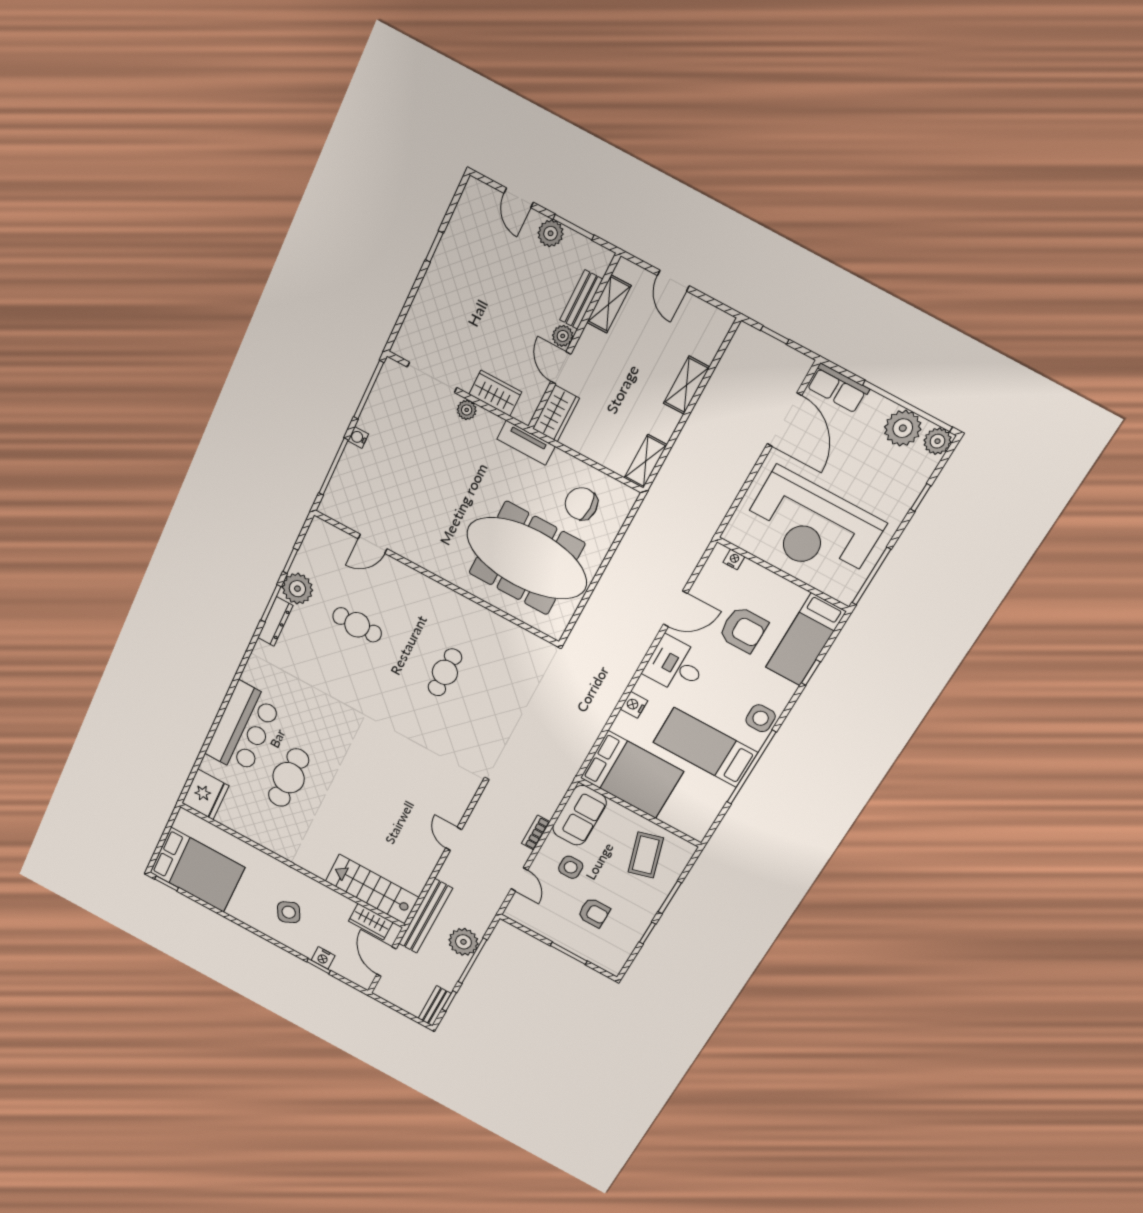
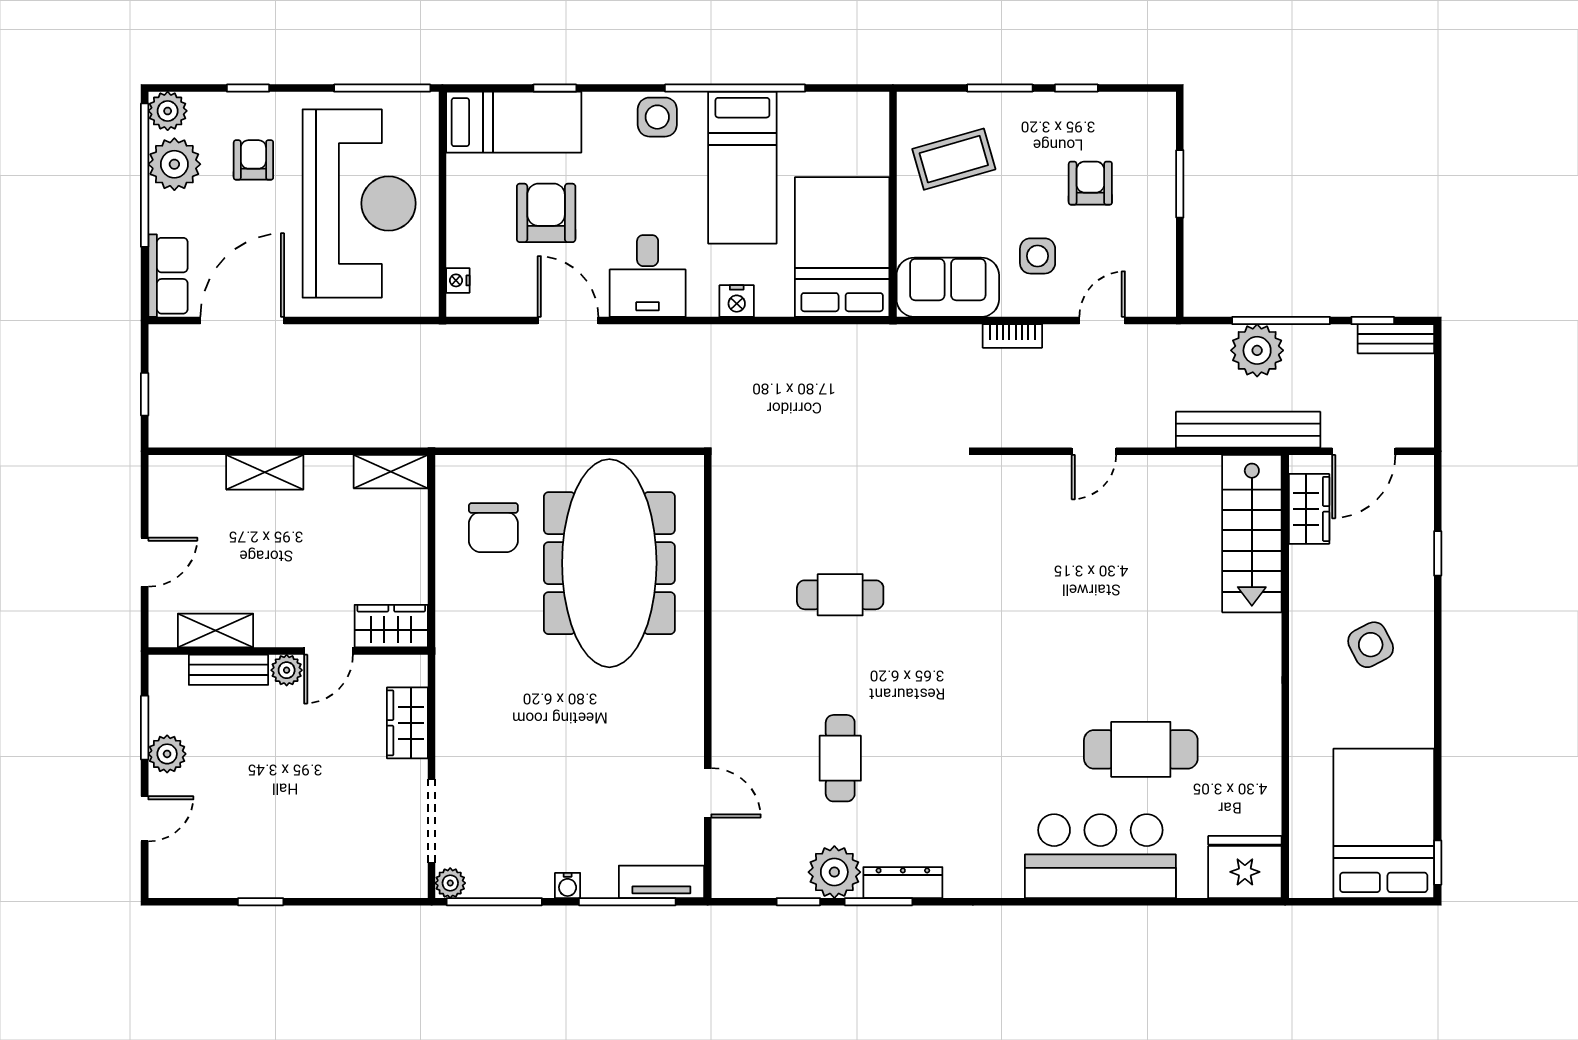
plant: (467, 410) -> (450, 883), moved
tv unit: (526, 443) -> (661, 882), moved, turned -90
armchair: (876, 478) -> (253, 160), added
nightstand: (323, 958) -> (1418, 553), removed

